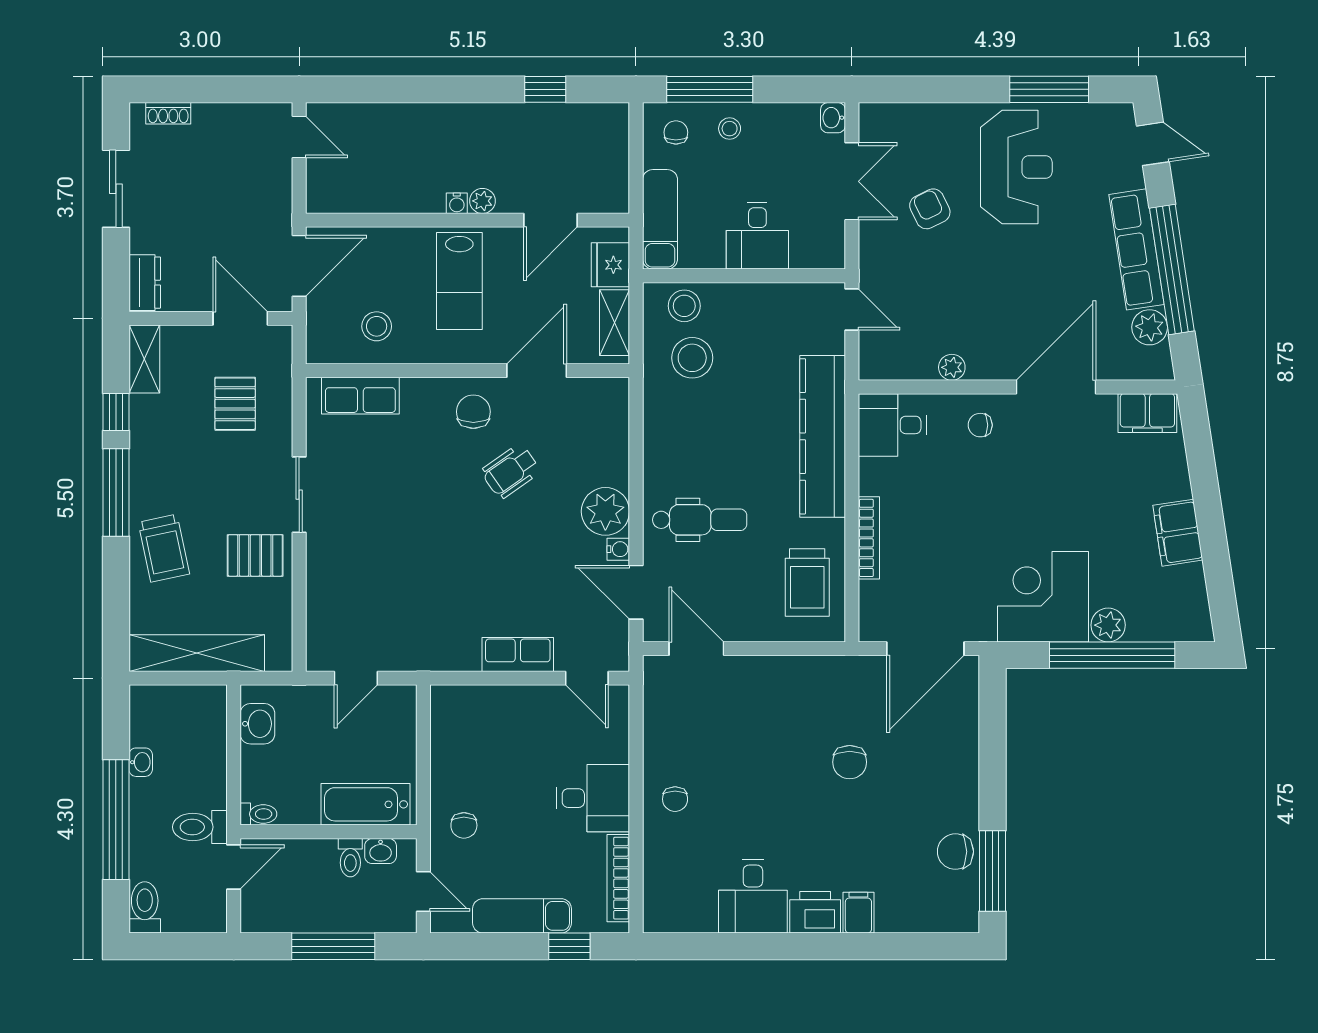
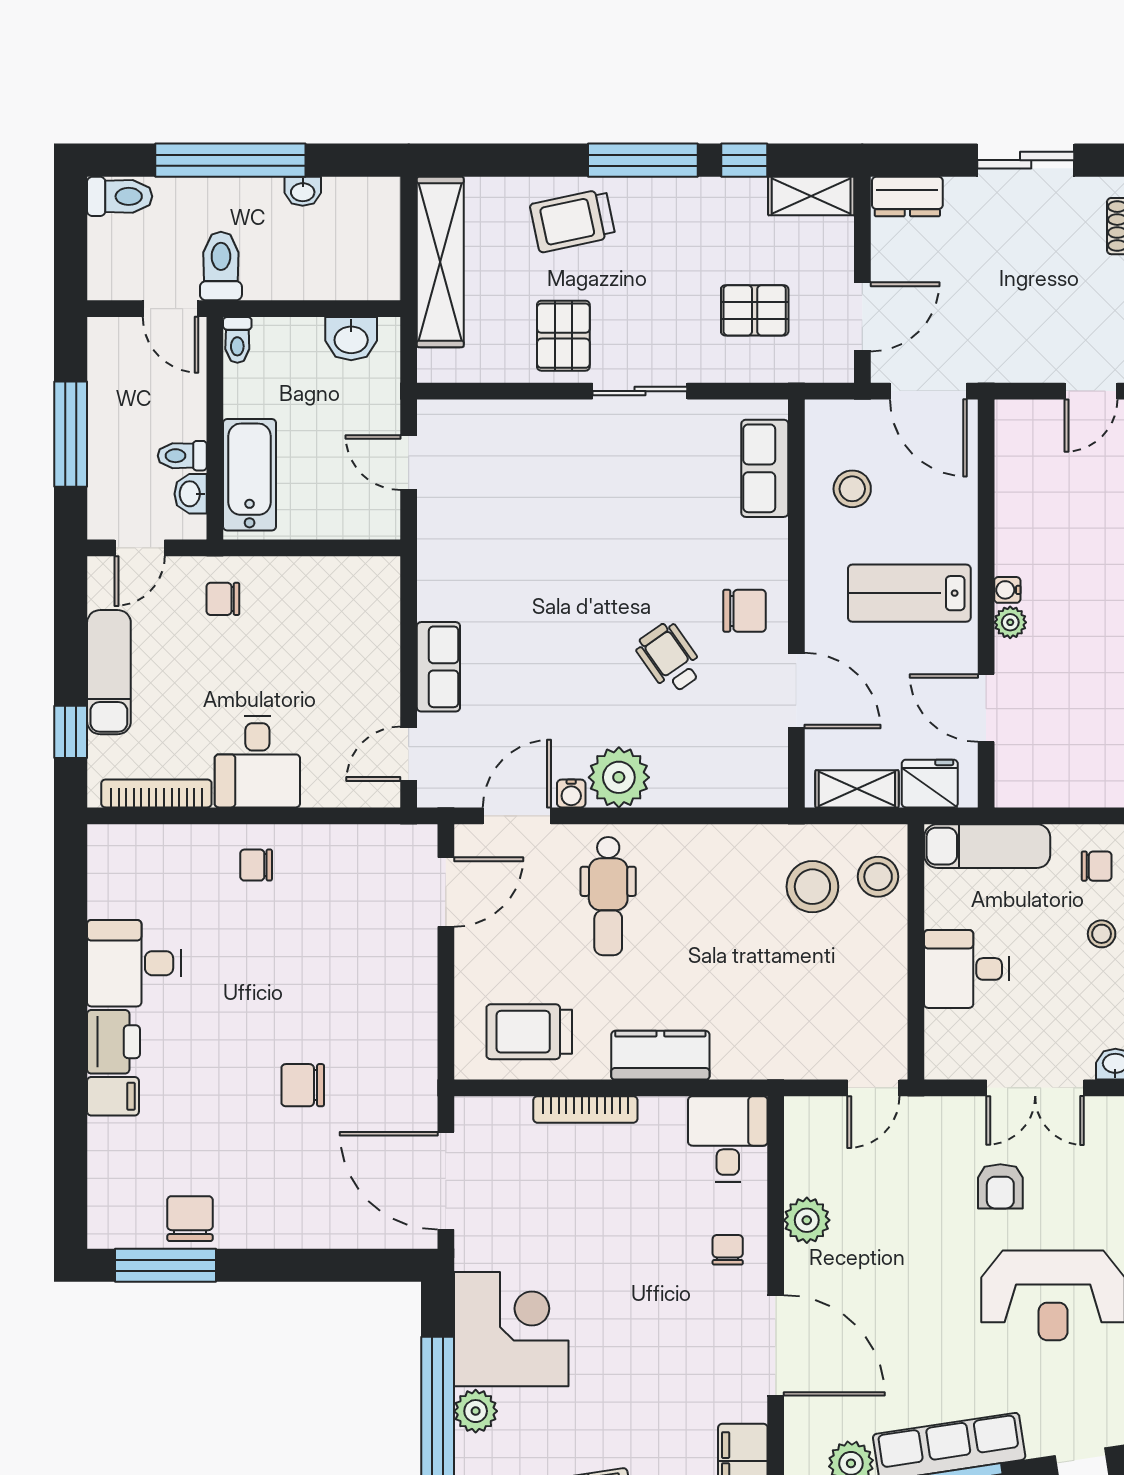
armchair: (930, 209) -> (1000, 1186), turned 116
plant: (952, 367) -> (807, 1220), width x1.38, depth x1.38
kitchen counter: (823, 436) -> (660, 1055), width x0.48, depth x0.86

